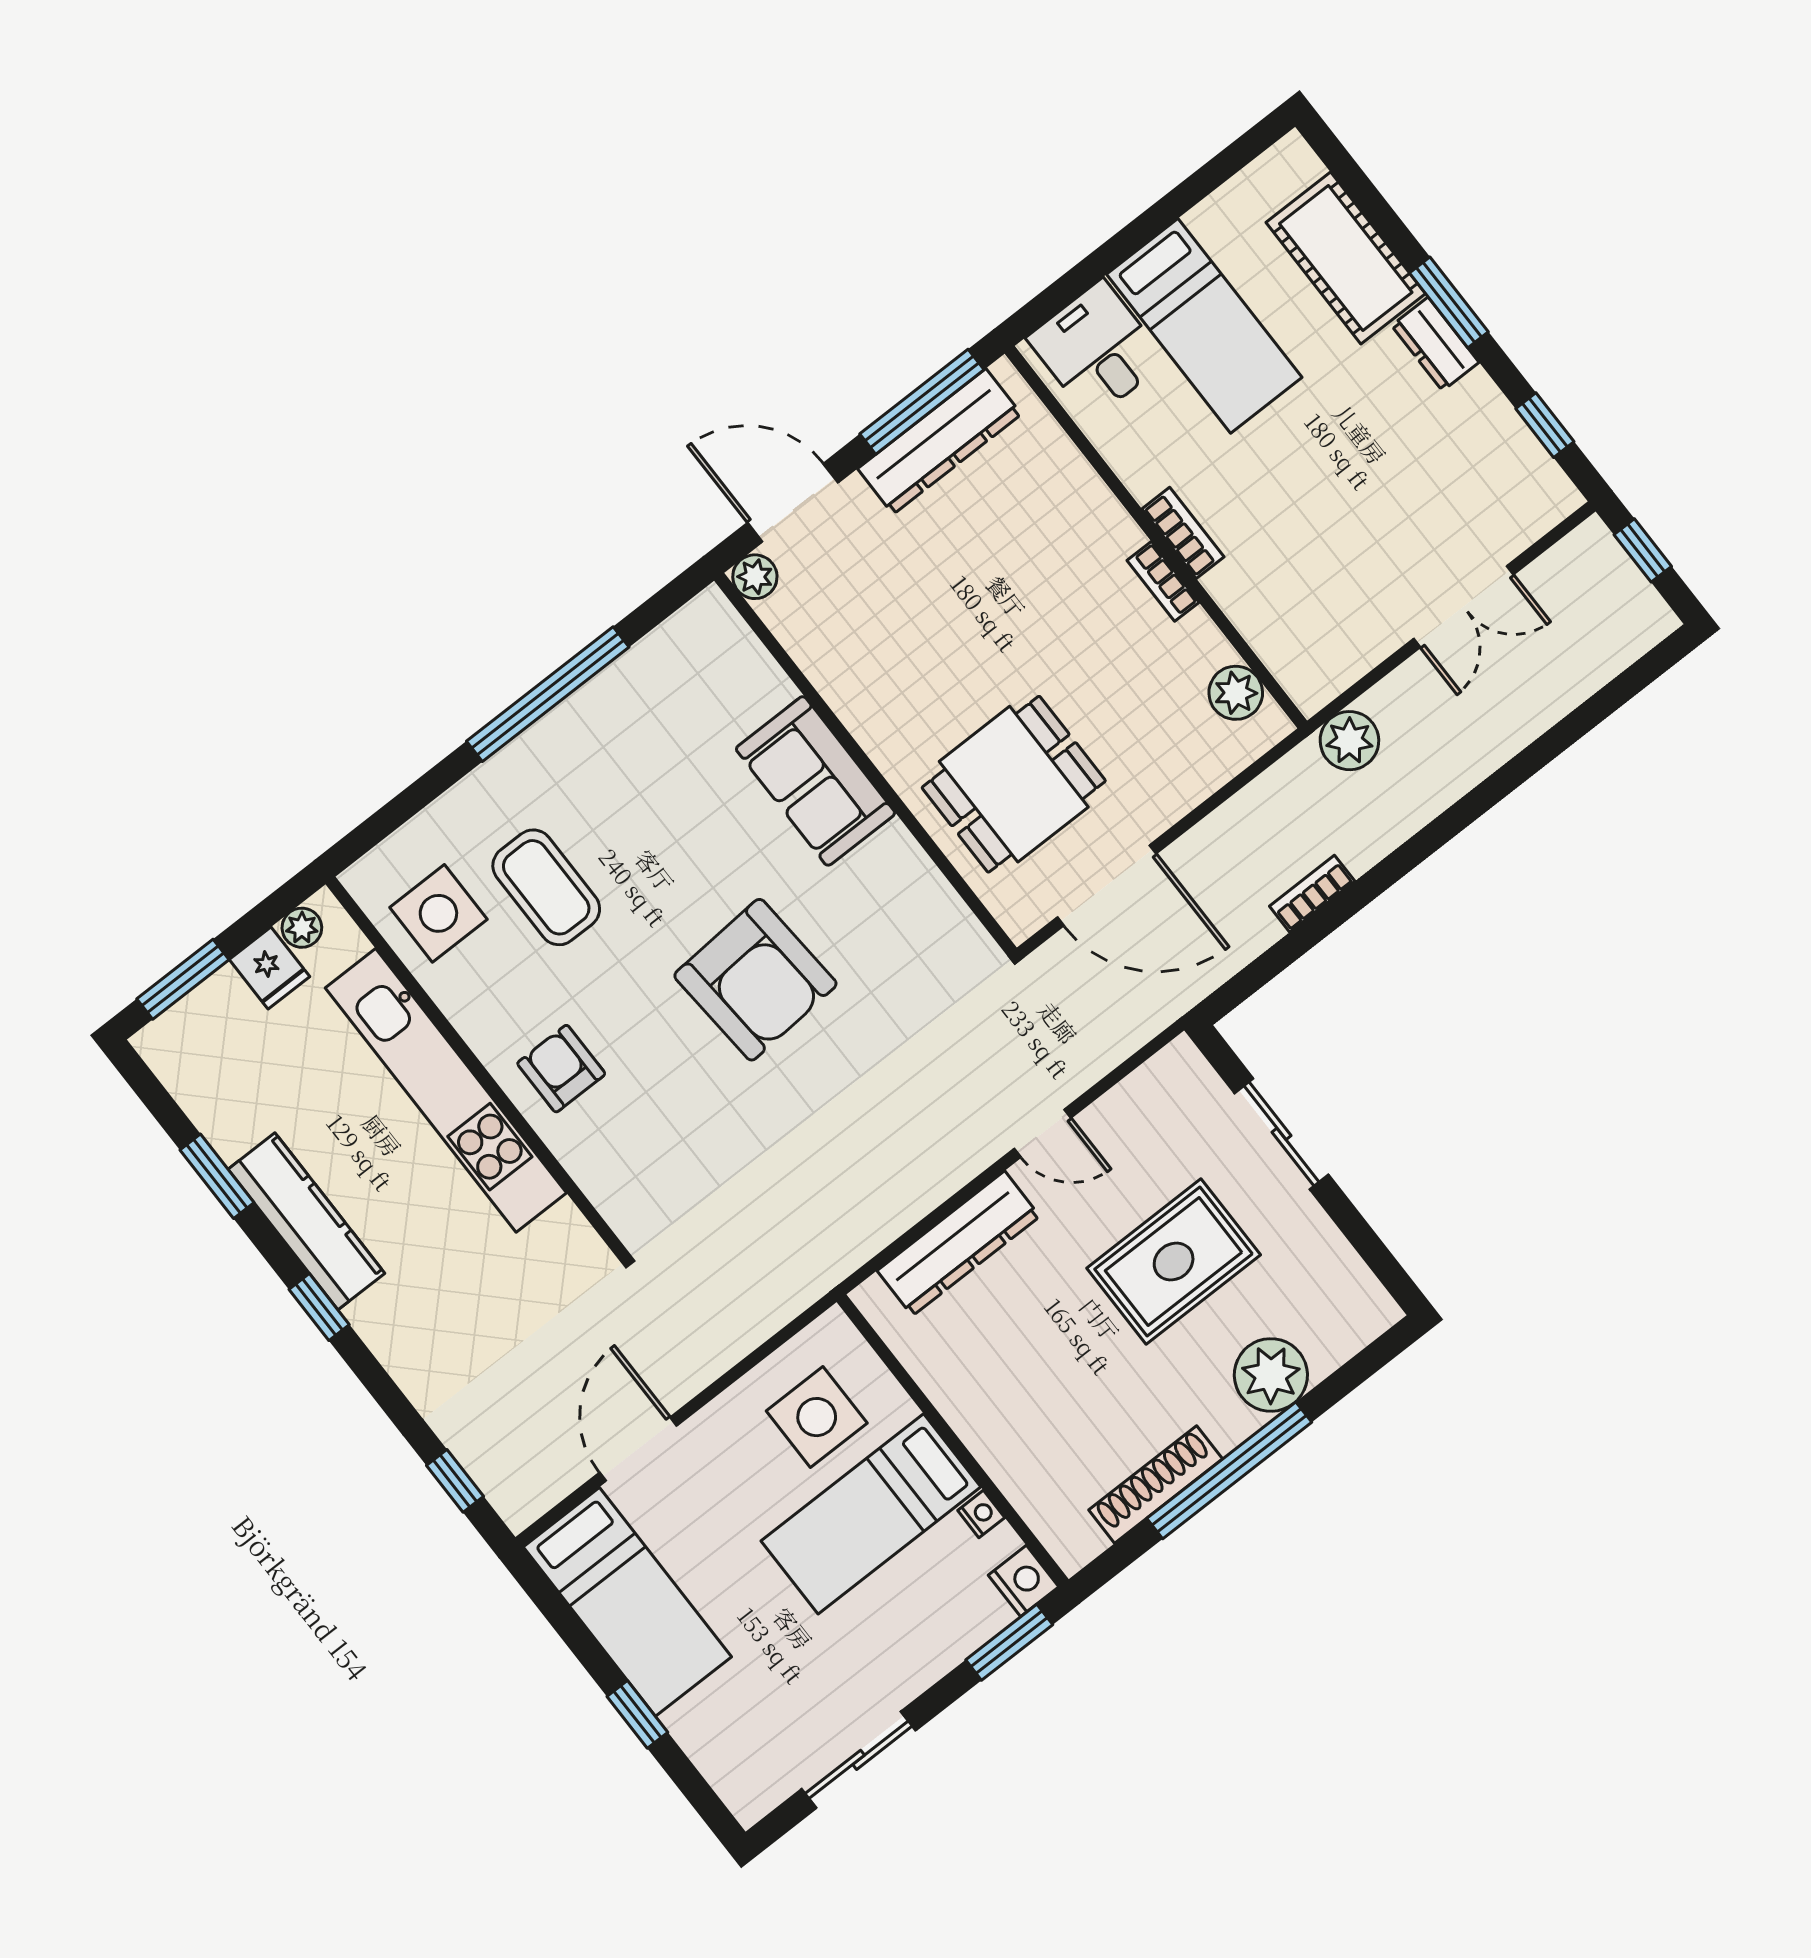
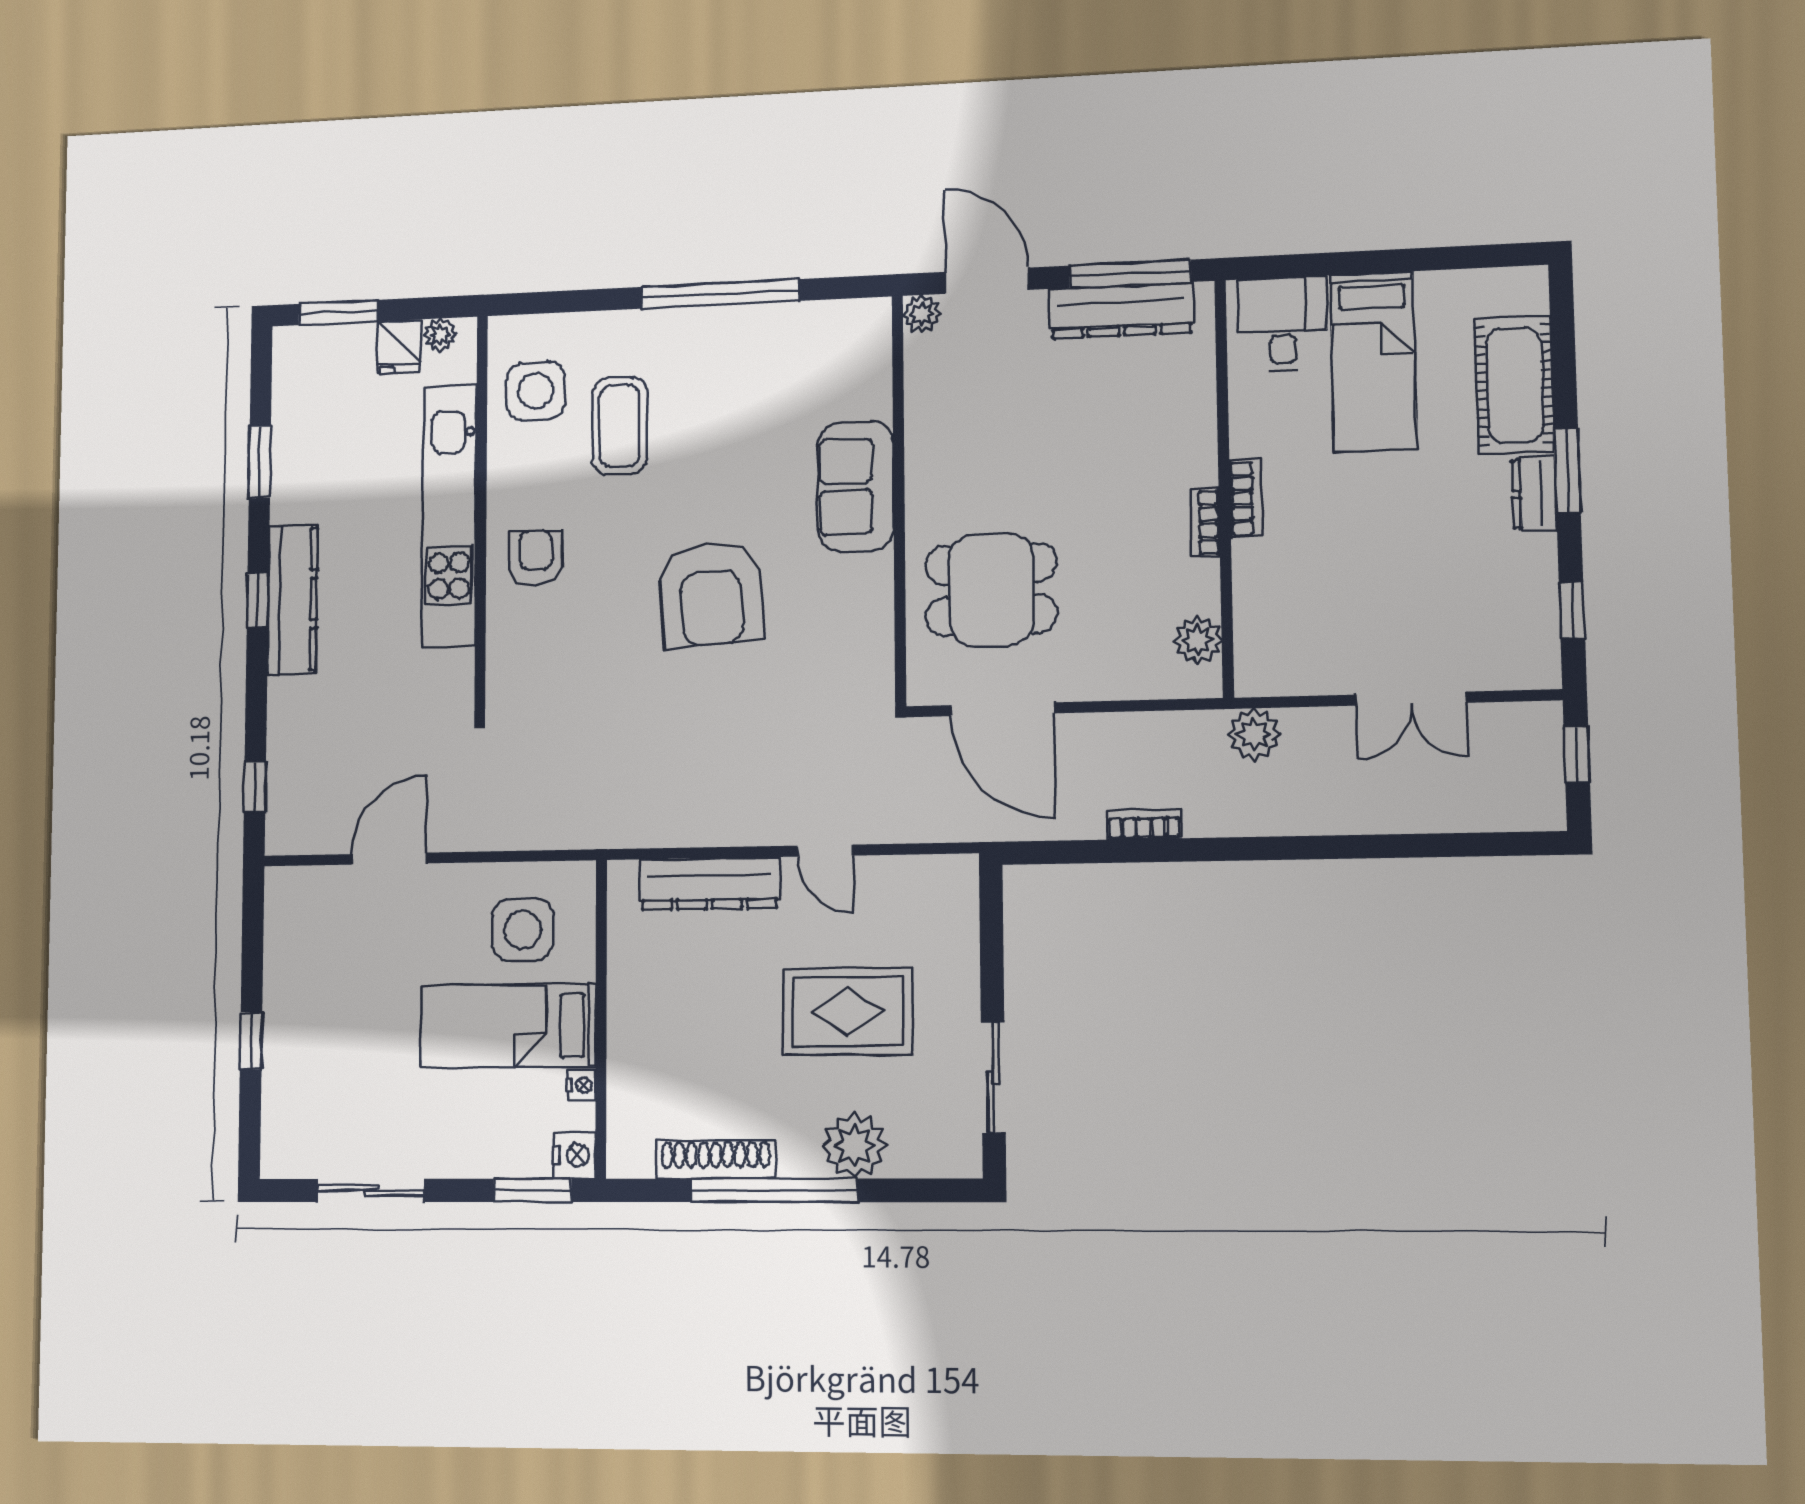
sliding door: (1281, 1134) -> (993, 1077), moved
kitchen counter: (306, 1221) -> (292, 600), moved
bed: (627, 1602) -> (303, 958), removed

